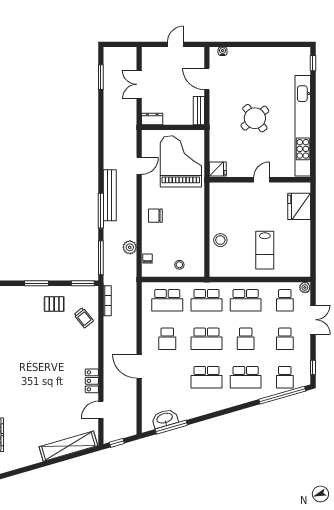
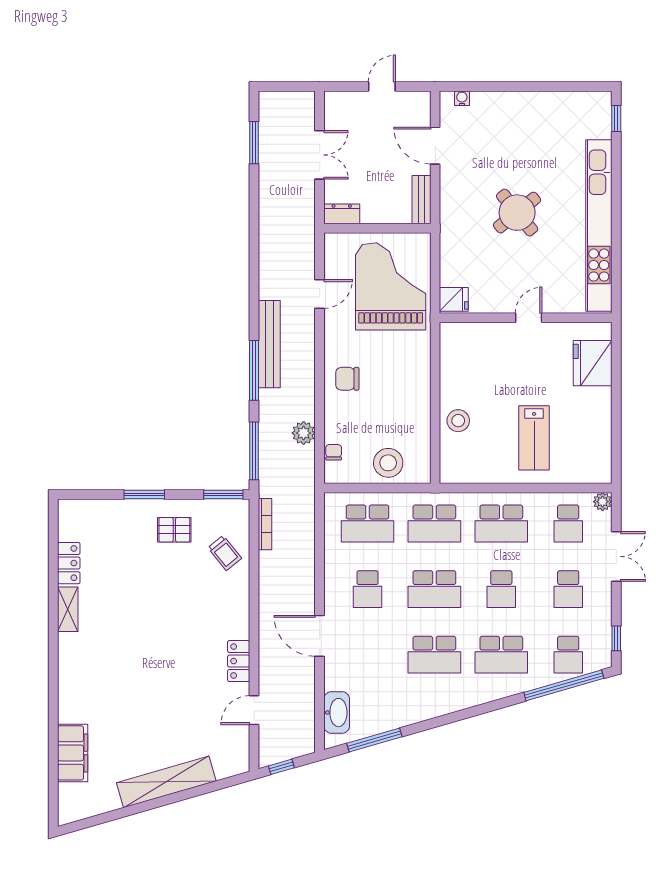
double door: (139, 84) -> (320, 155), swing flipped
stool: (179, 265) -> (388, 463), width x1.89, depth x1.89
washbasin: (165, 419) -> (337, 713), moved, turned 106
shelving: (68, 446) -> (166, 782), moved

